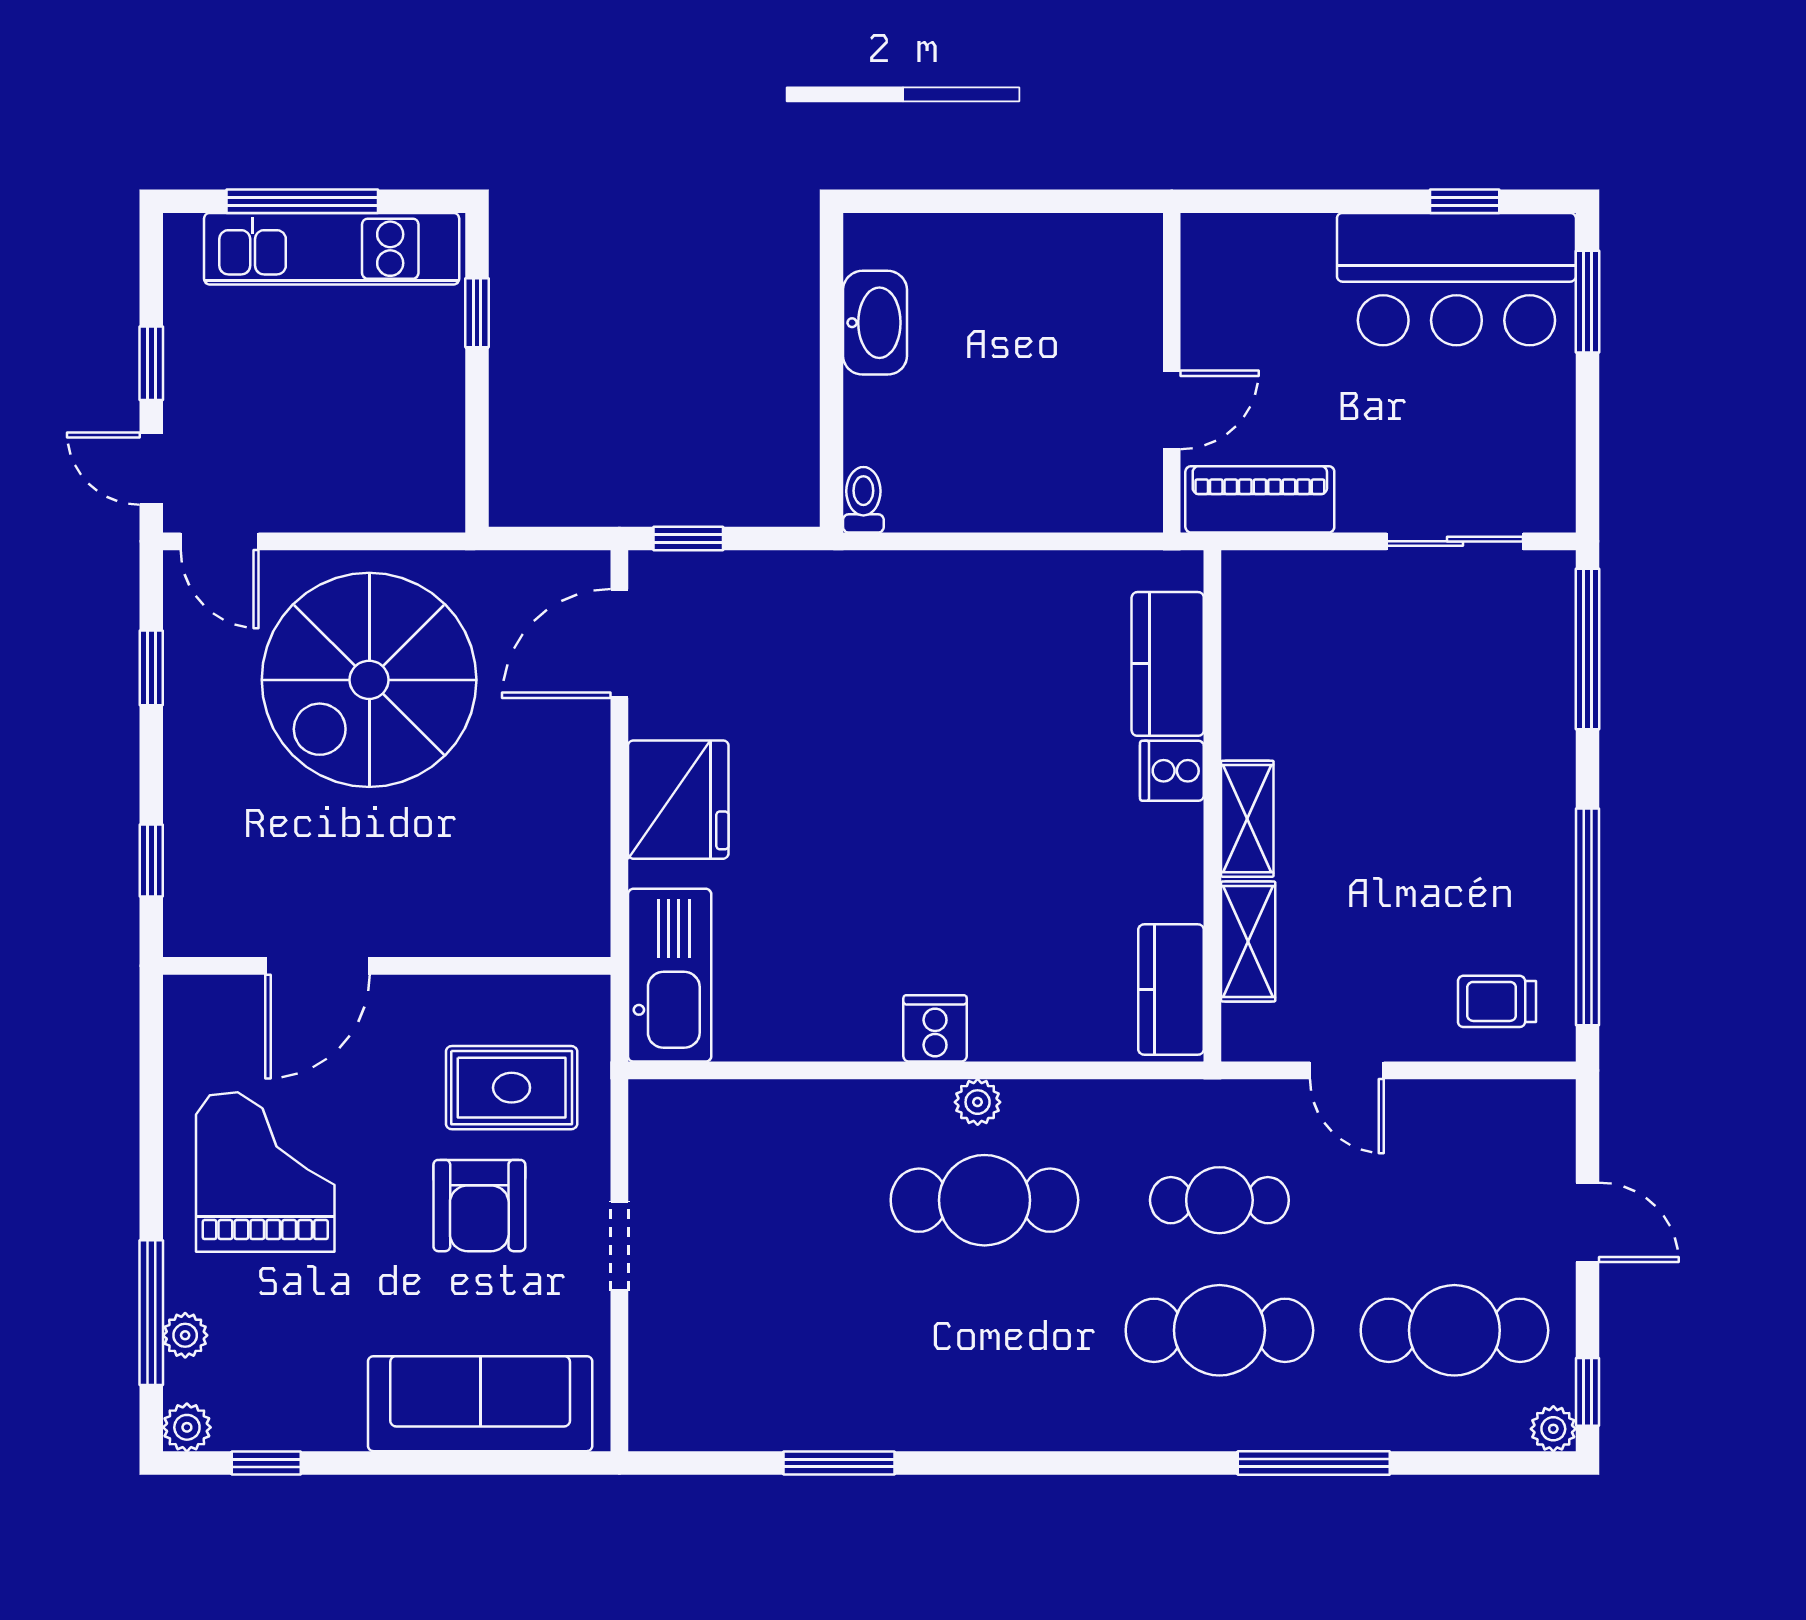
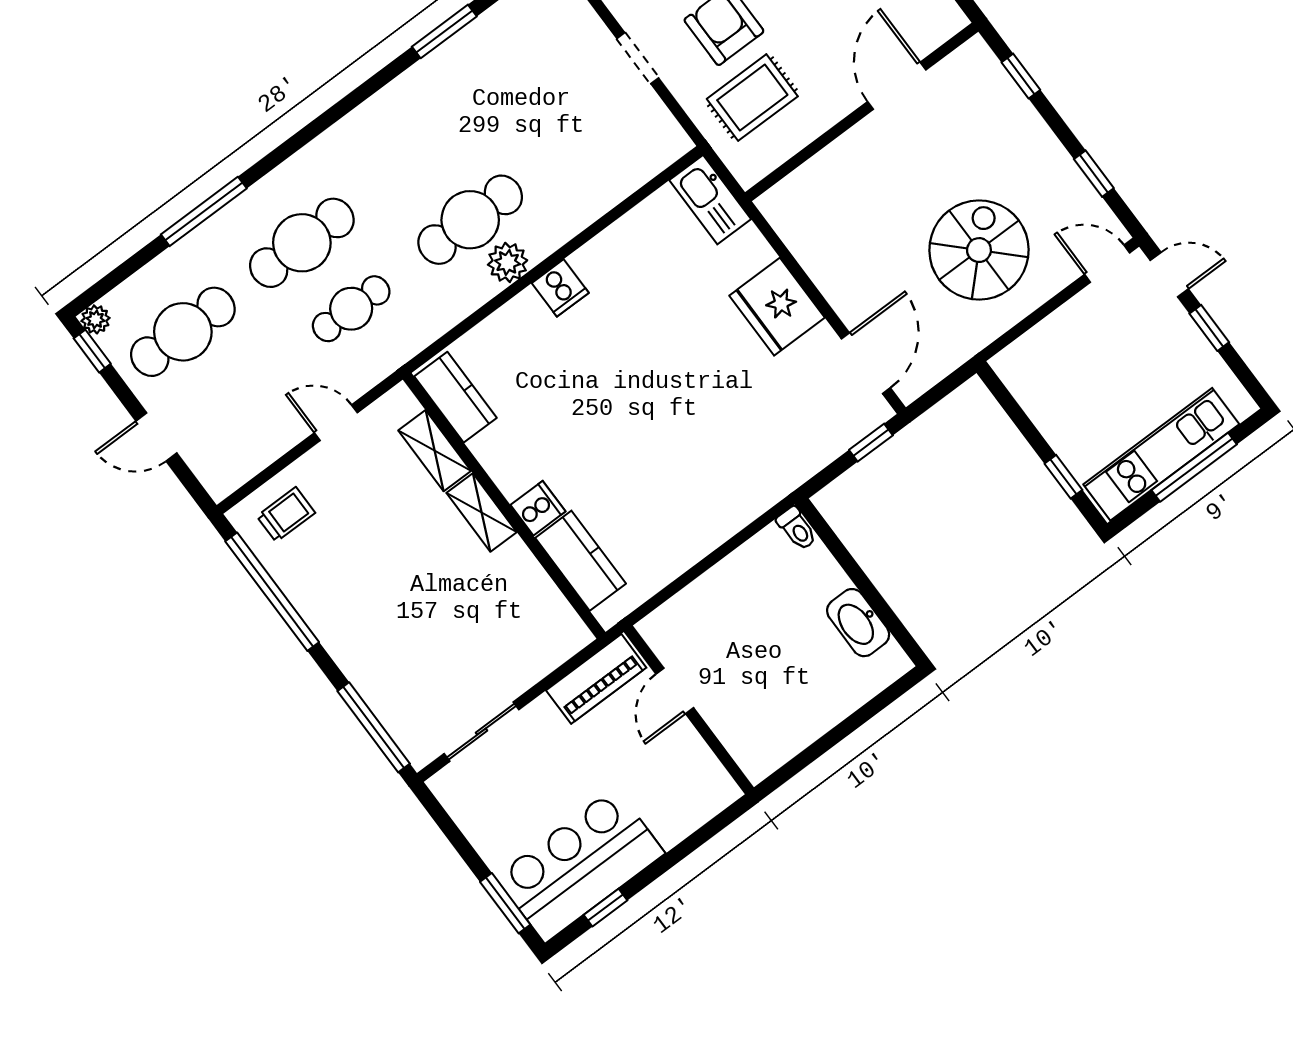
spiral stairs: (369, 680) -> (979, 250), width x0.73, depth x0.73
kitchen sink: (670, 975) -> (710, 200), width x0.73, depth x0.81
plant: (978, 1102) -> (508, 262), width x1.38, depth x1.38

